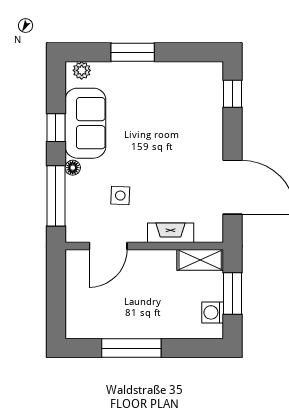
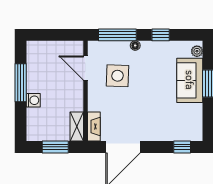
sofa: (85, 123) -> (190, 80), moved, turned 90
side table: (120, 196) -> (118, 76), width x1.87, depth x1.87
fireplace: (171, 233) -> (94, 127), moved
washing machine: (213, 312) -> (33, 100), moved, turned 90

